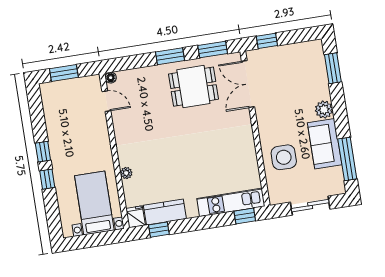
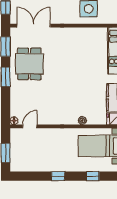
double door: (248, 84) -> (34, 26), swing flipped
window: (47, 179) -> (93, 176), moved

